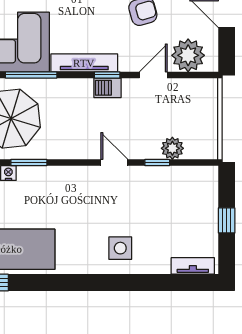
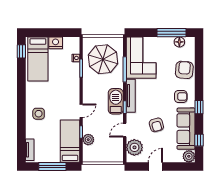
door: (153, 75) -> (125, 130), swing flipped
barbecue: (108, 88) -> (116, 101), width x1.88, depth x1.53
bed: (176, 185) -> (70, 141), added
window: (227, 220) -> (52, 167), width x2.17

